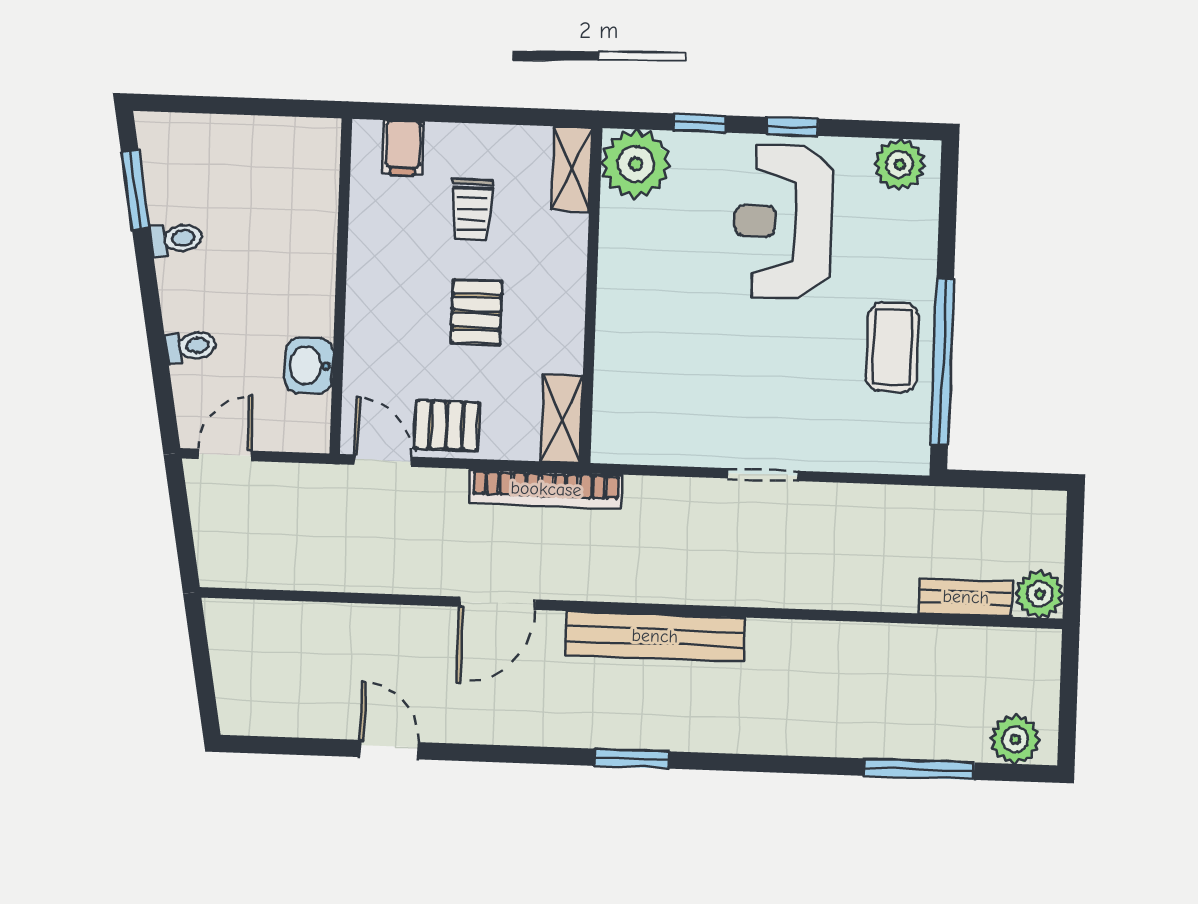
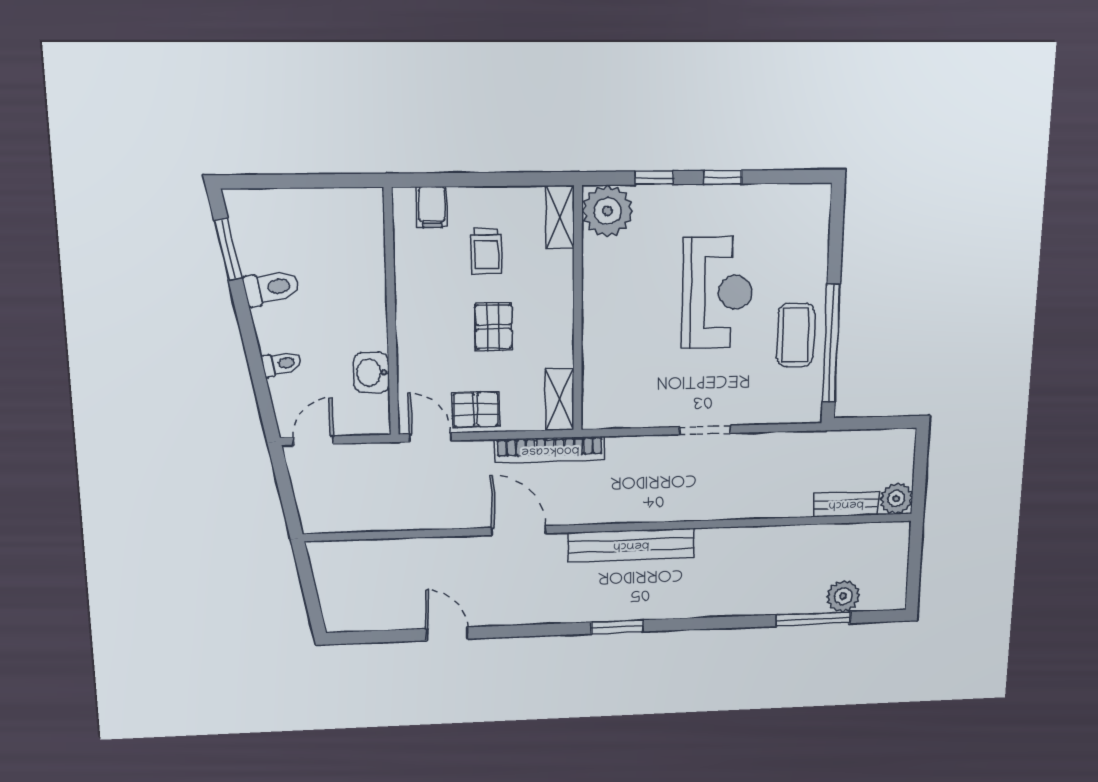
plant: (899, 164) -> (801, 202), removed
reception desk: (783, 222) -> (717, 292), moved, turned 180
toilet: (176, 239) -> (271, 288), width x1.37, depth x1.39
door: (497, 603) -> (519, 530), swing flipped
plant: (1015, 739) -> (843, 596), moved

